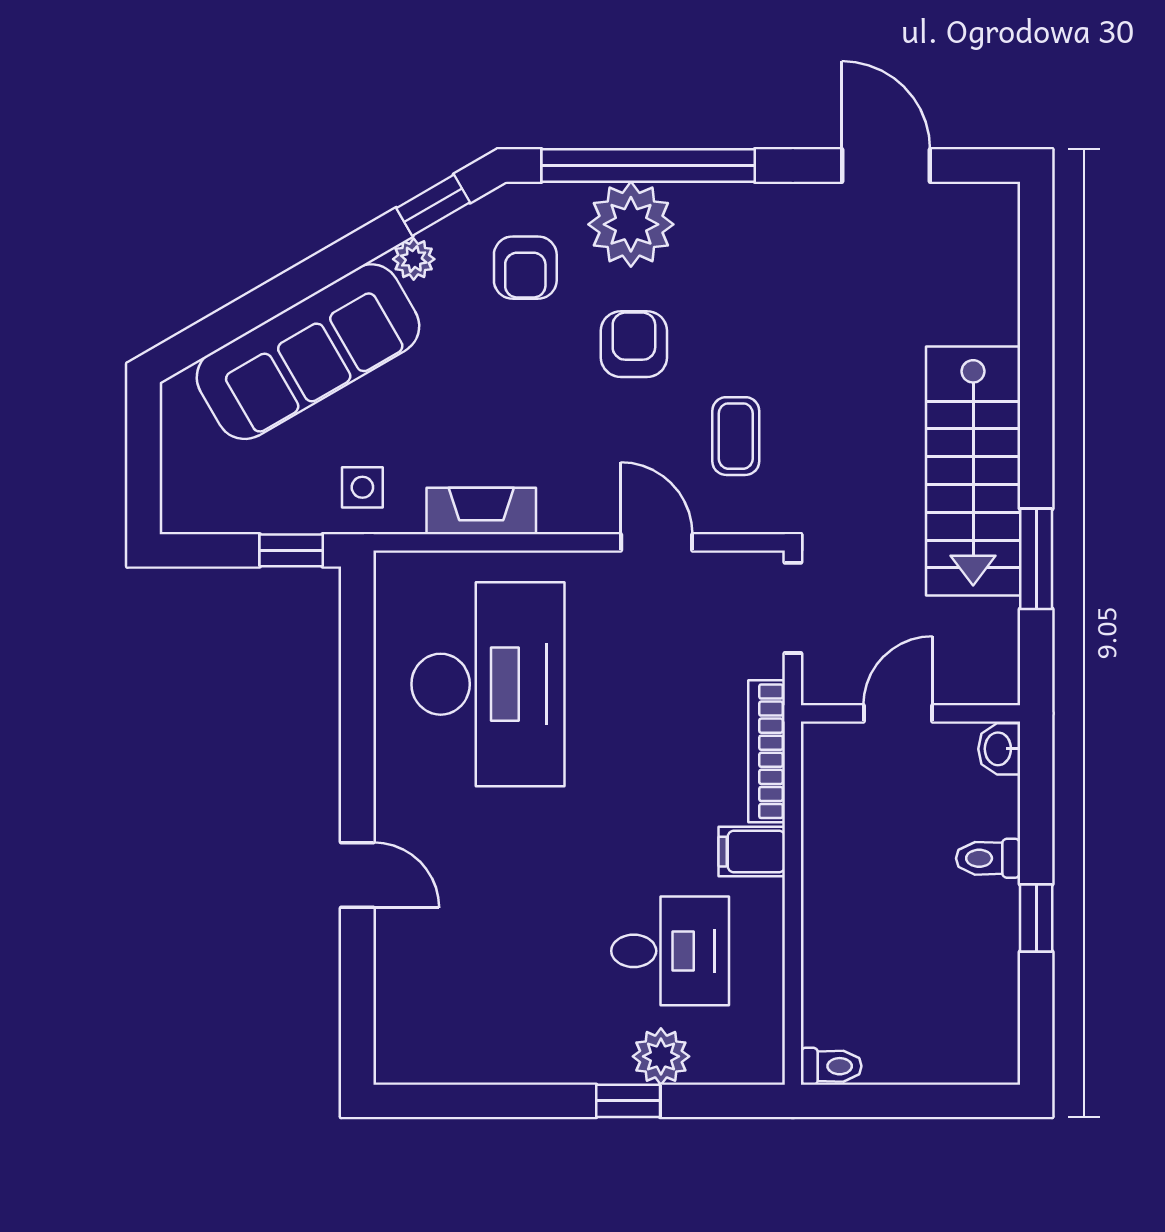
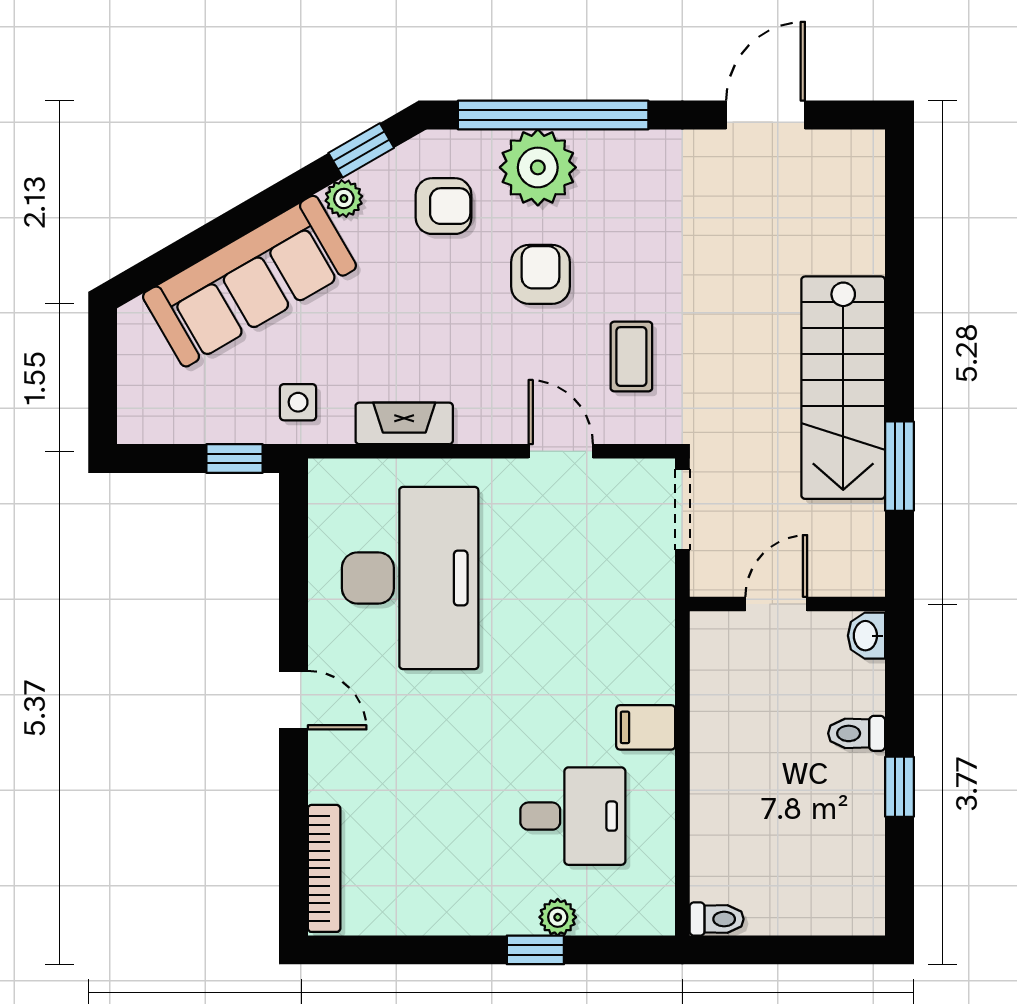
door: (886, 165) -> (766, 115), hinge flipped
armchair: (525, 268) -> (443, 206), turned -90
bookcase: (767, 751) -> (324, 868), moved, turned 180
door: (357, 875) -> (294, 700), moved
plant: (661, 1056) -> (558, 917), width x0.73, depth x0.73

